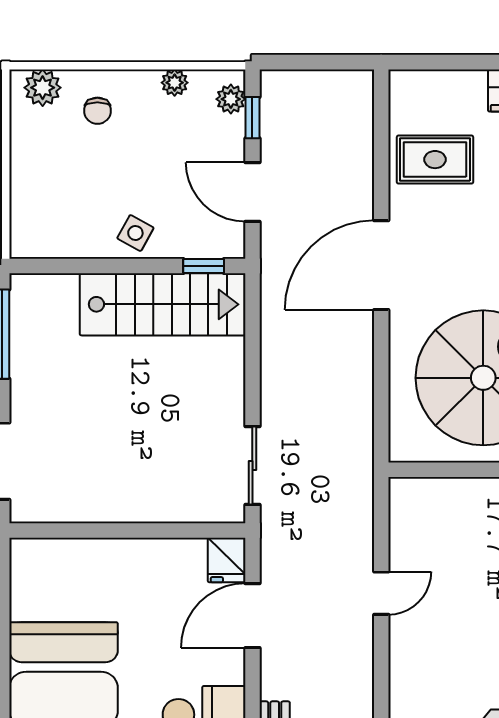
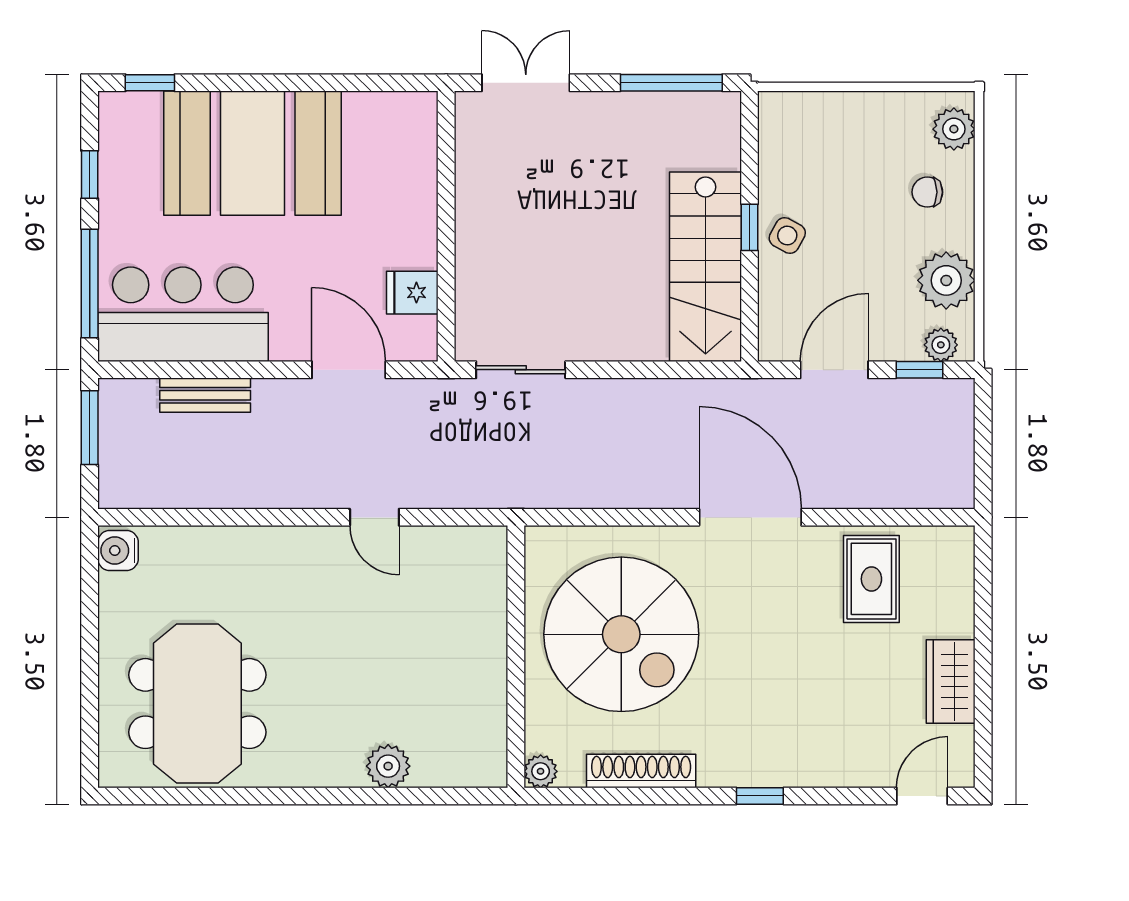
plant: (175, 83) -> (946, 280), width x1.88, depth x1.88
window: (204, 266) -> (749, 227), moved
fridge: (227, 560) -> (412, 293), moved

